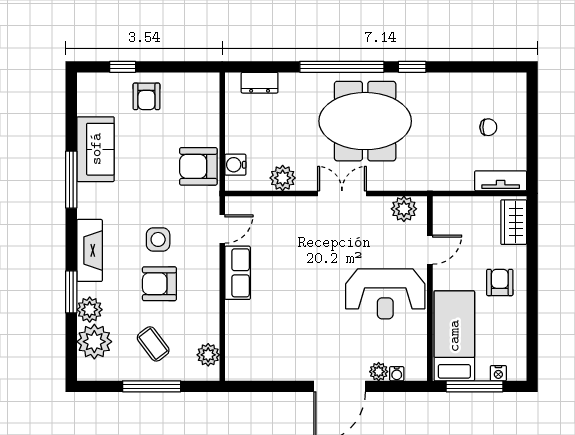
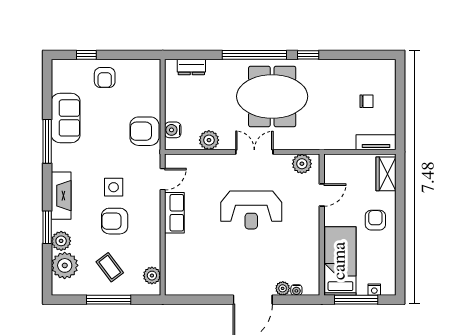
reception desk: (385, 294) -> (251, 210), moved

